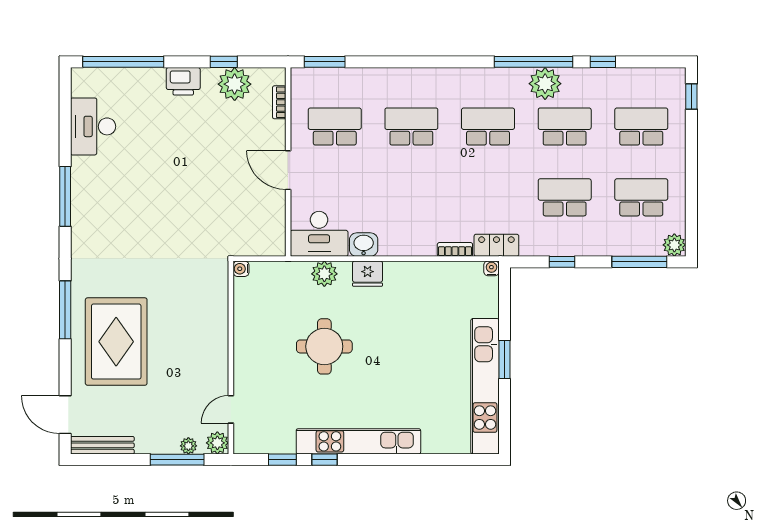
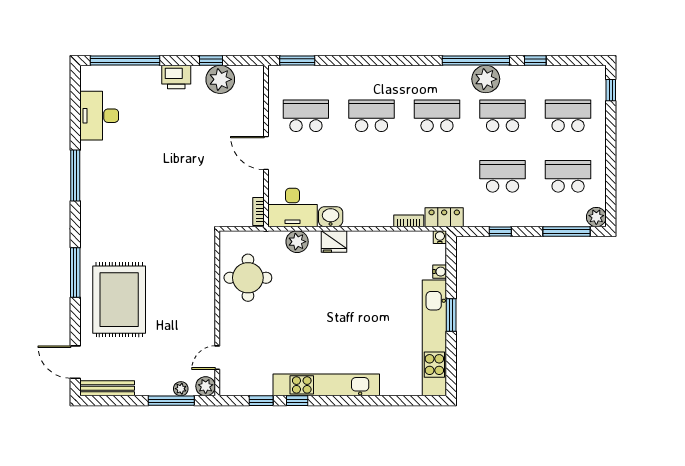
bookcase: (279, 102) -> (258, 212), moved
water cooler: (241, 269) -> (440, 272), moved, turned 180
round table: (324, 346) -> (248, 278), moved

